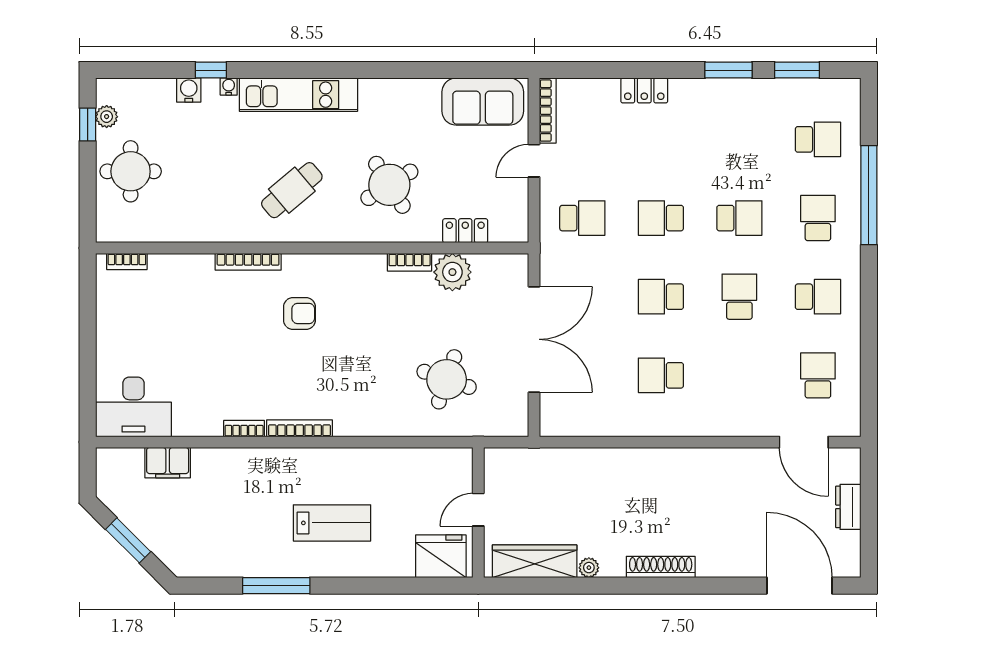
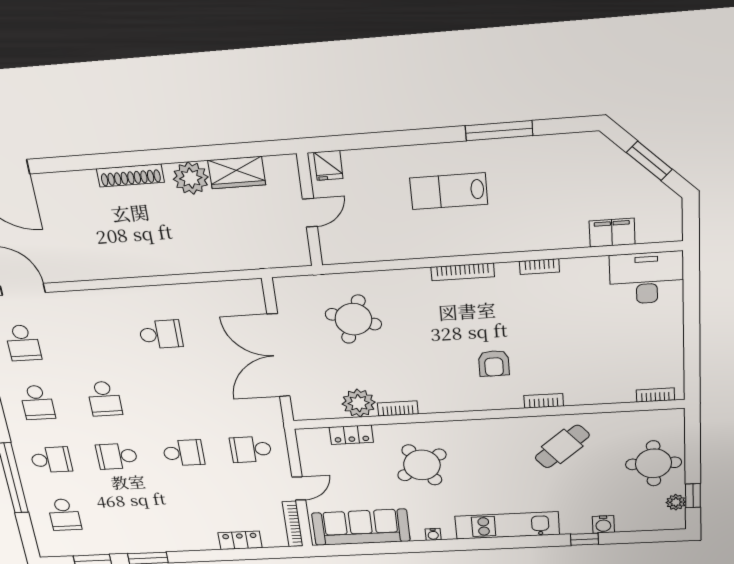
water cooler: (229, 87) -> (433, 534), moved
locker: (644, 90) -> (240, 540), moved
sofa: (483, 102) -> (361, 527), width x1.36
school desk: (818, 139) -> (64, 515), turned -90
cafe table: (292, 190) -> (562, 446), moved
school desk: (818, 218) -> (51, 460), turned -90
bookcase: (248, 262) -> (544, 401), width x0.64
school desk: (661, 297) -> (172, 395), removed
school desk: (818, 297) -> (37, 402), turned -90
armchair: (299, 314) -> (494, 363), turned -90
bookcase: (300, 428) -> (463, 272), moved
fridge: (441, 556) -> (328, 165), width x0.53, depth x0.75
wardrobe: (535, 561) -> (237, 173), width x0.67
plant: (589, 568) -> (191, 178), width x1.88, depth x1.88

